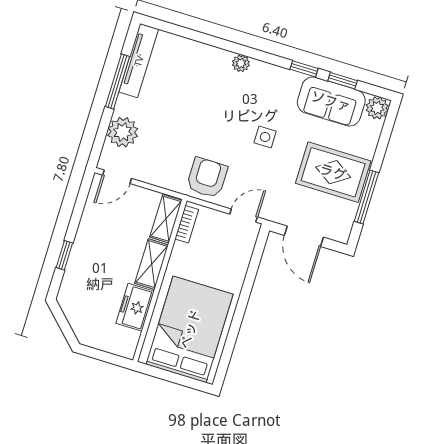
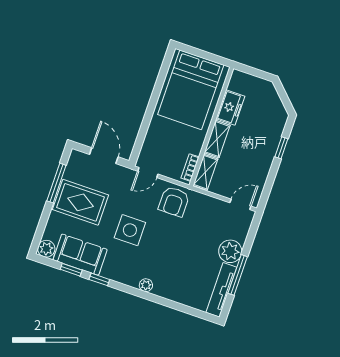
plant: (123, 132) -> (230, 251), moved
side table: (265, 137) -> (130, 230), width x1.87, depth x1.87

